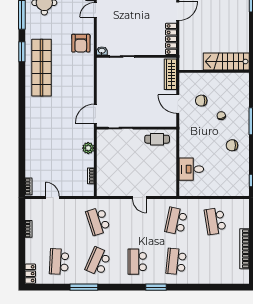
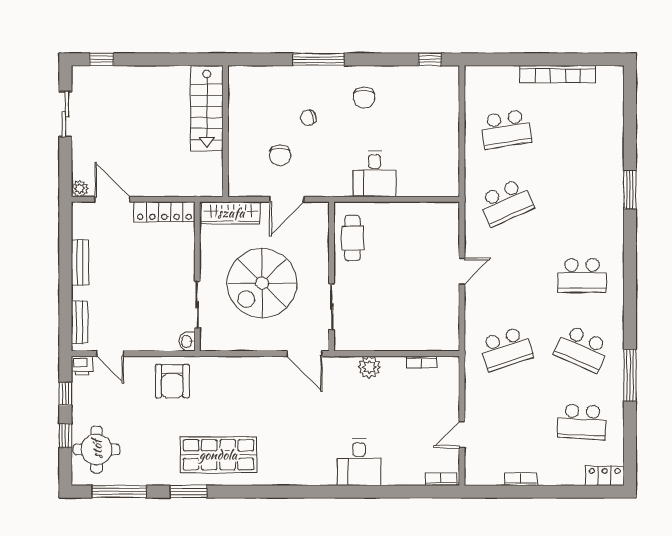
armchair: (81, 43) -> (172, 381), turned 90
shop shelf: (41, 68) -> (218, 455), width x0.71
spiral stairs: (133, 91) -> (262, 283), added
desk: (38, 143) -> (359, 462), added
desk: (191, 169) -> (375, 174), moved
school desk: (176, 221) -> (506, 202), turned -36
school desk: (176, 262) -> (582, 202), removed
window: (156, 287) -> (630, 190), moved

